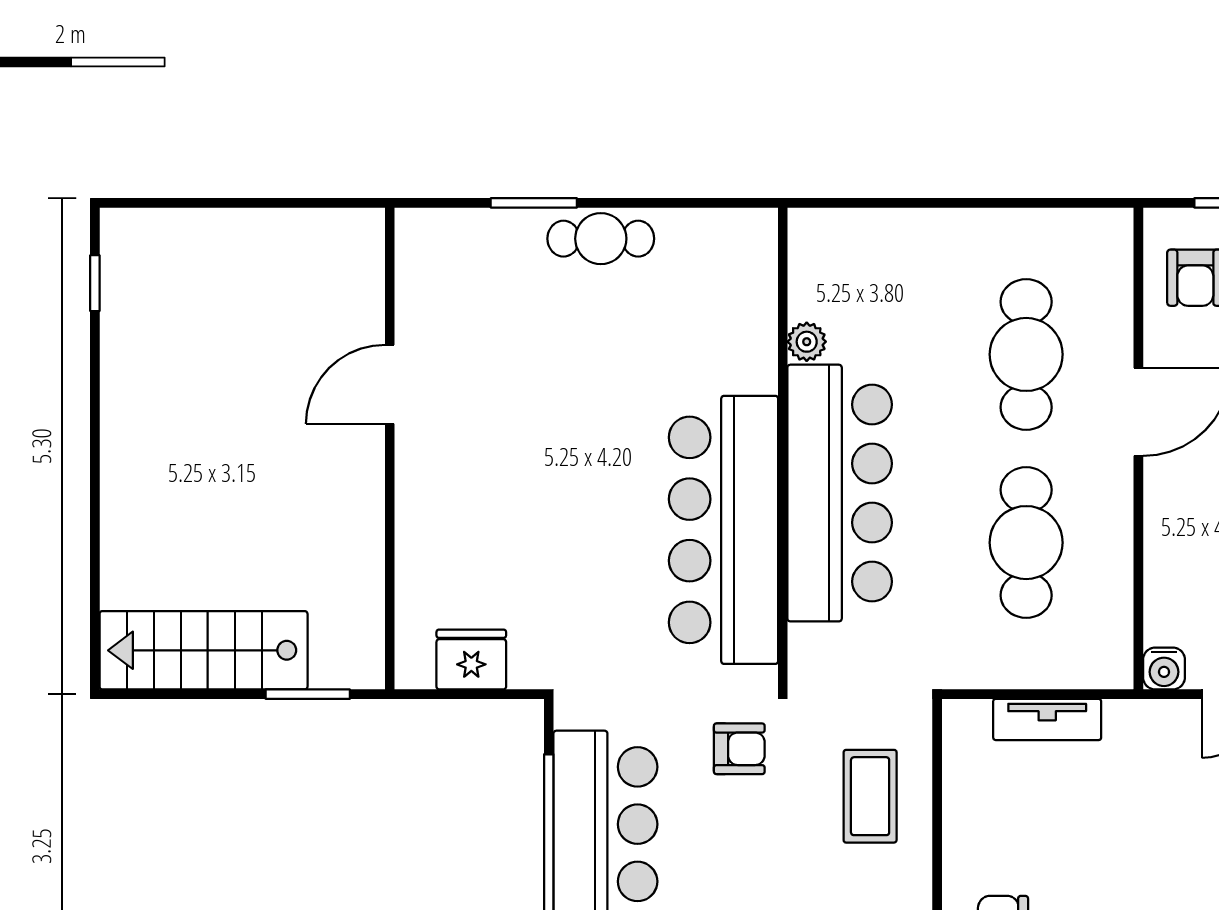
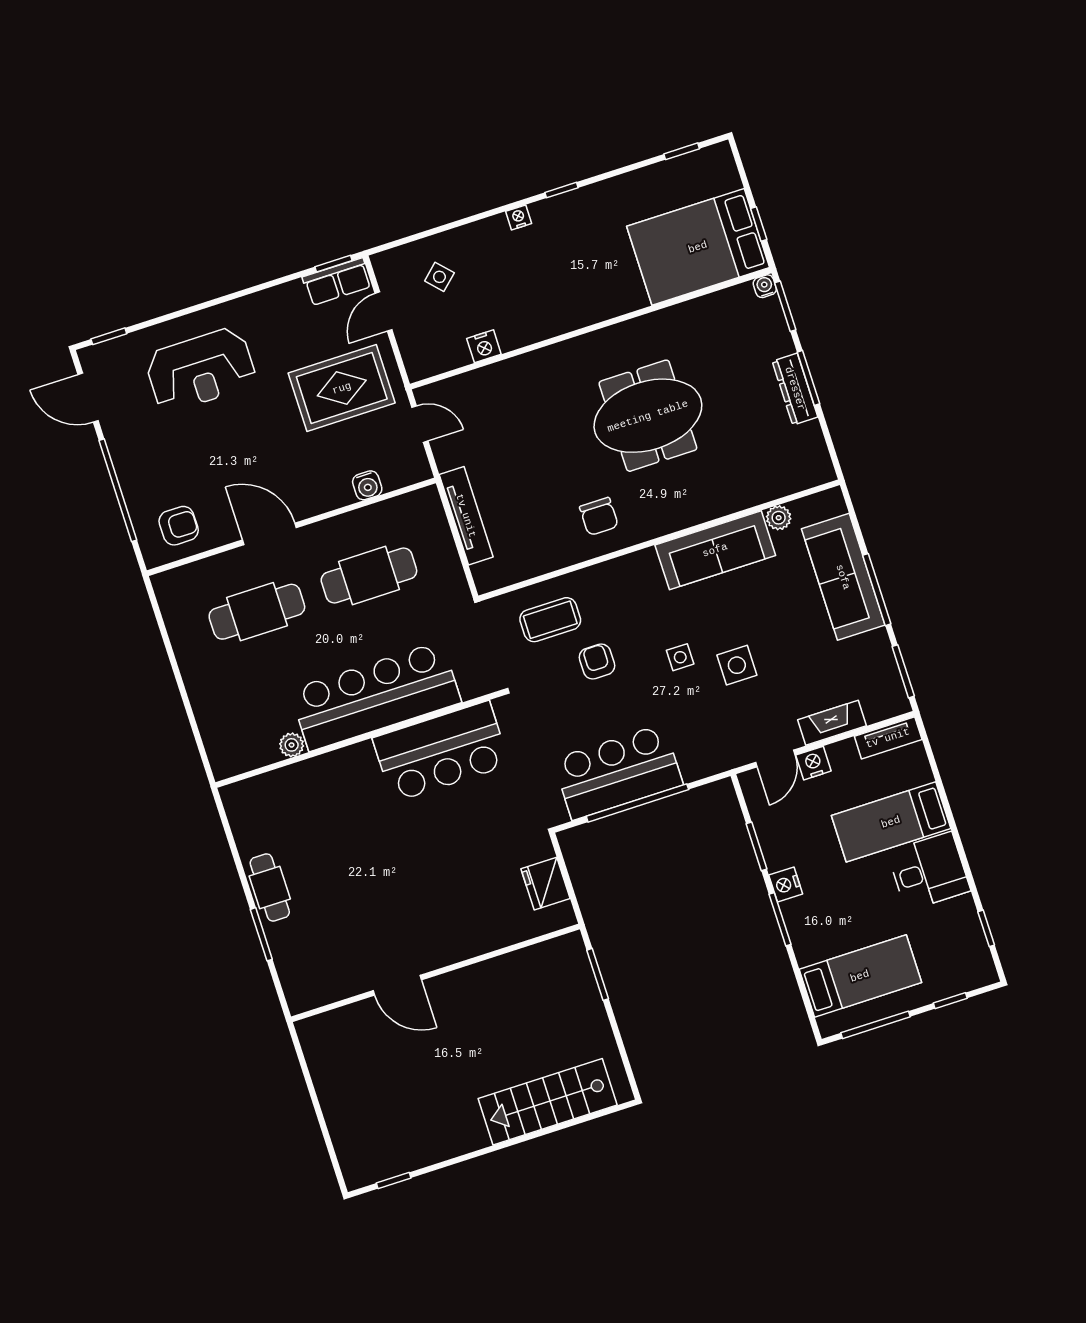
bar counter: (723, 530) -> (441, 751), width x0.73
stairs: (204, 650) -> (548, 1102), moved, turned 90
water cooler: (1164, 668) -> (367, 485), moved, turned 90
tv unit: (1047, 719) -> (466, 516), width x1.41
armchair: (739, 749) -> (597, 662), moved

